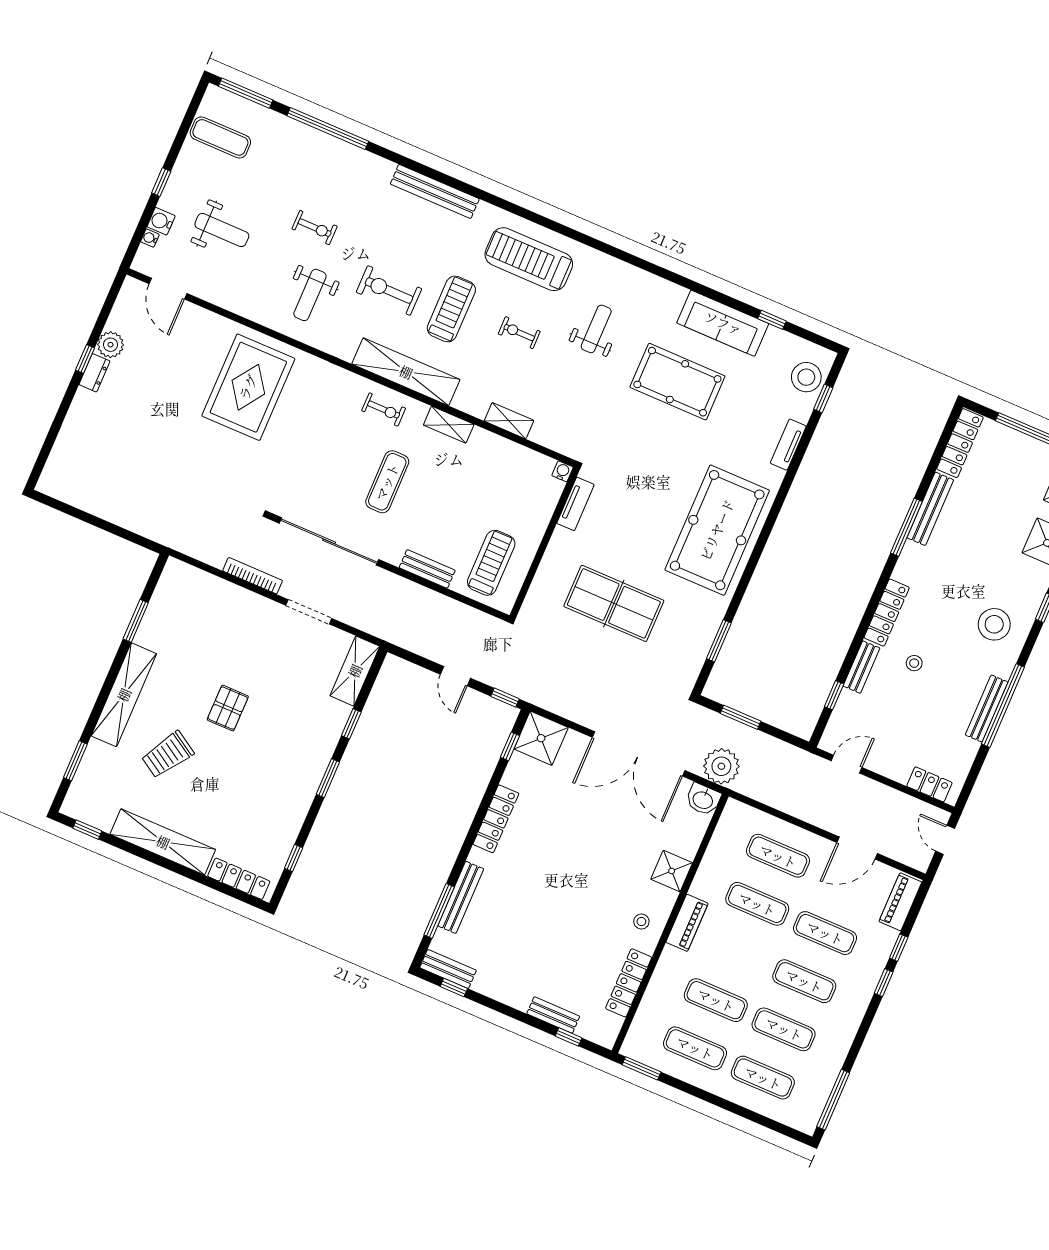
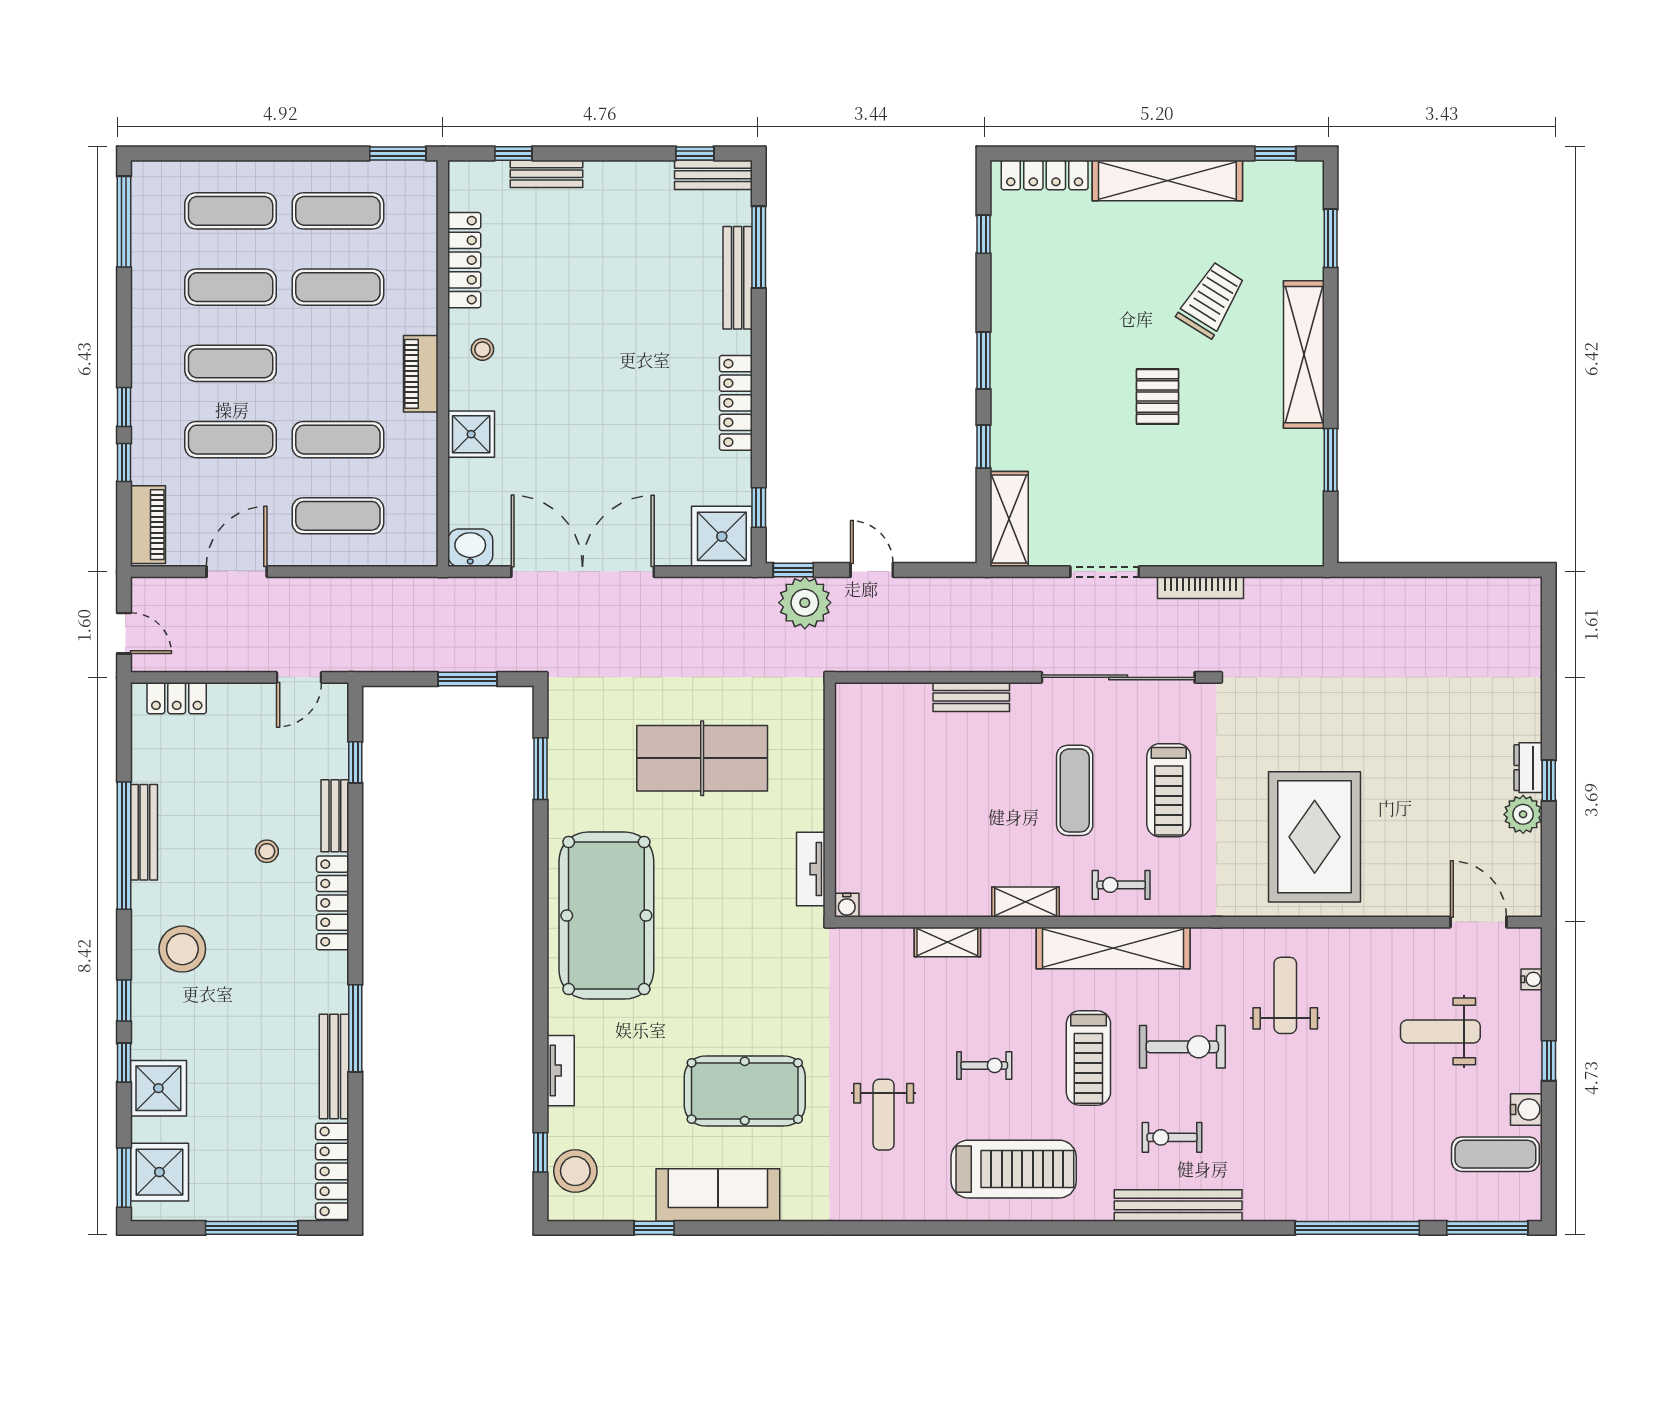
water cooler: (161, 221) -> (1526, 1109), moved
exercise bike: (315, 228) -> (1172, 1137), moved
treadmill: (491, 563) -> (1169, 790), moved
plant: (721, 766) -> (805, 603), moved

